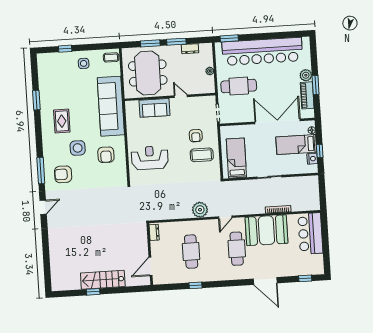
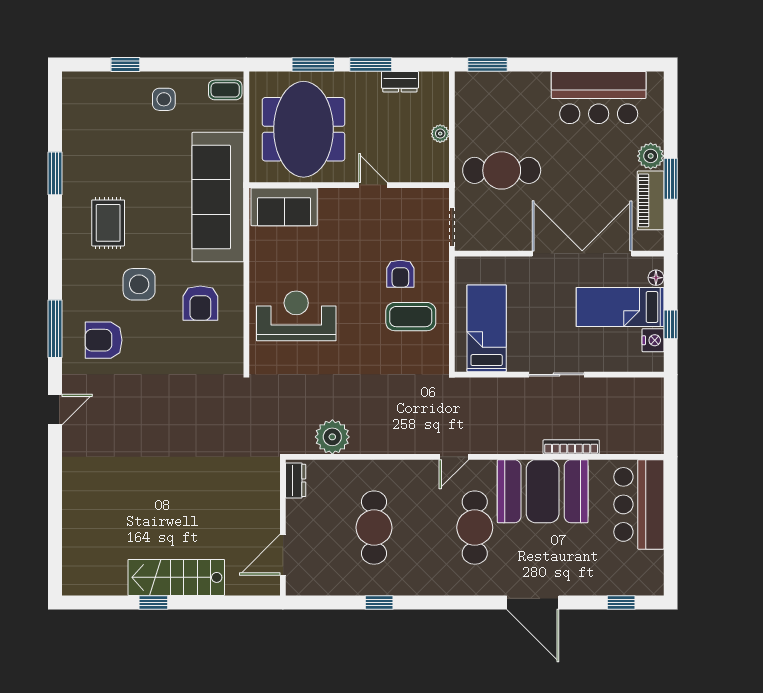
bar counter: (262, 51) -> (599, 98), width x0.54
sofa: (154, 108) -> (284, 207), moved
plant: (200, 210) -> (332, 437), moved

